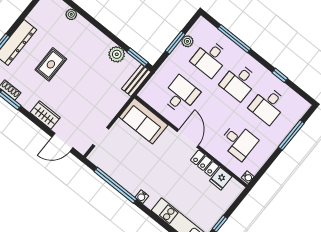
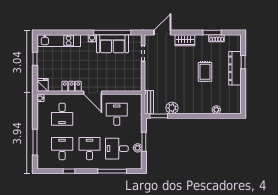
desk: (210, 58) -> (117, 149), turned -90
desk: (181, 95) -> (117, 114), turned 180
sofa: (143, 121) -> (112, 44), moved, turned 180
desk: (239, 142) -> (62, 114), turned -90
fridge: (221, 179) -> (43, 85), moved

